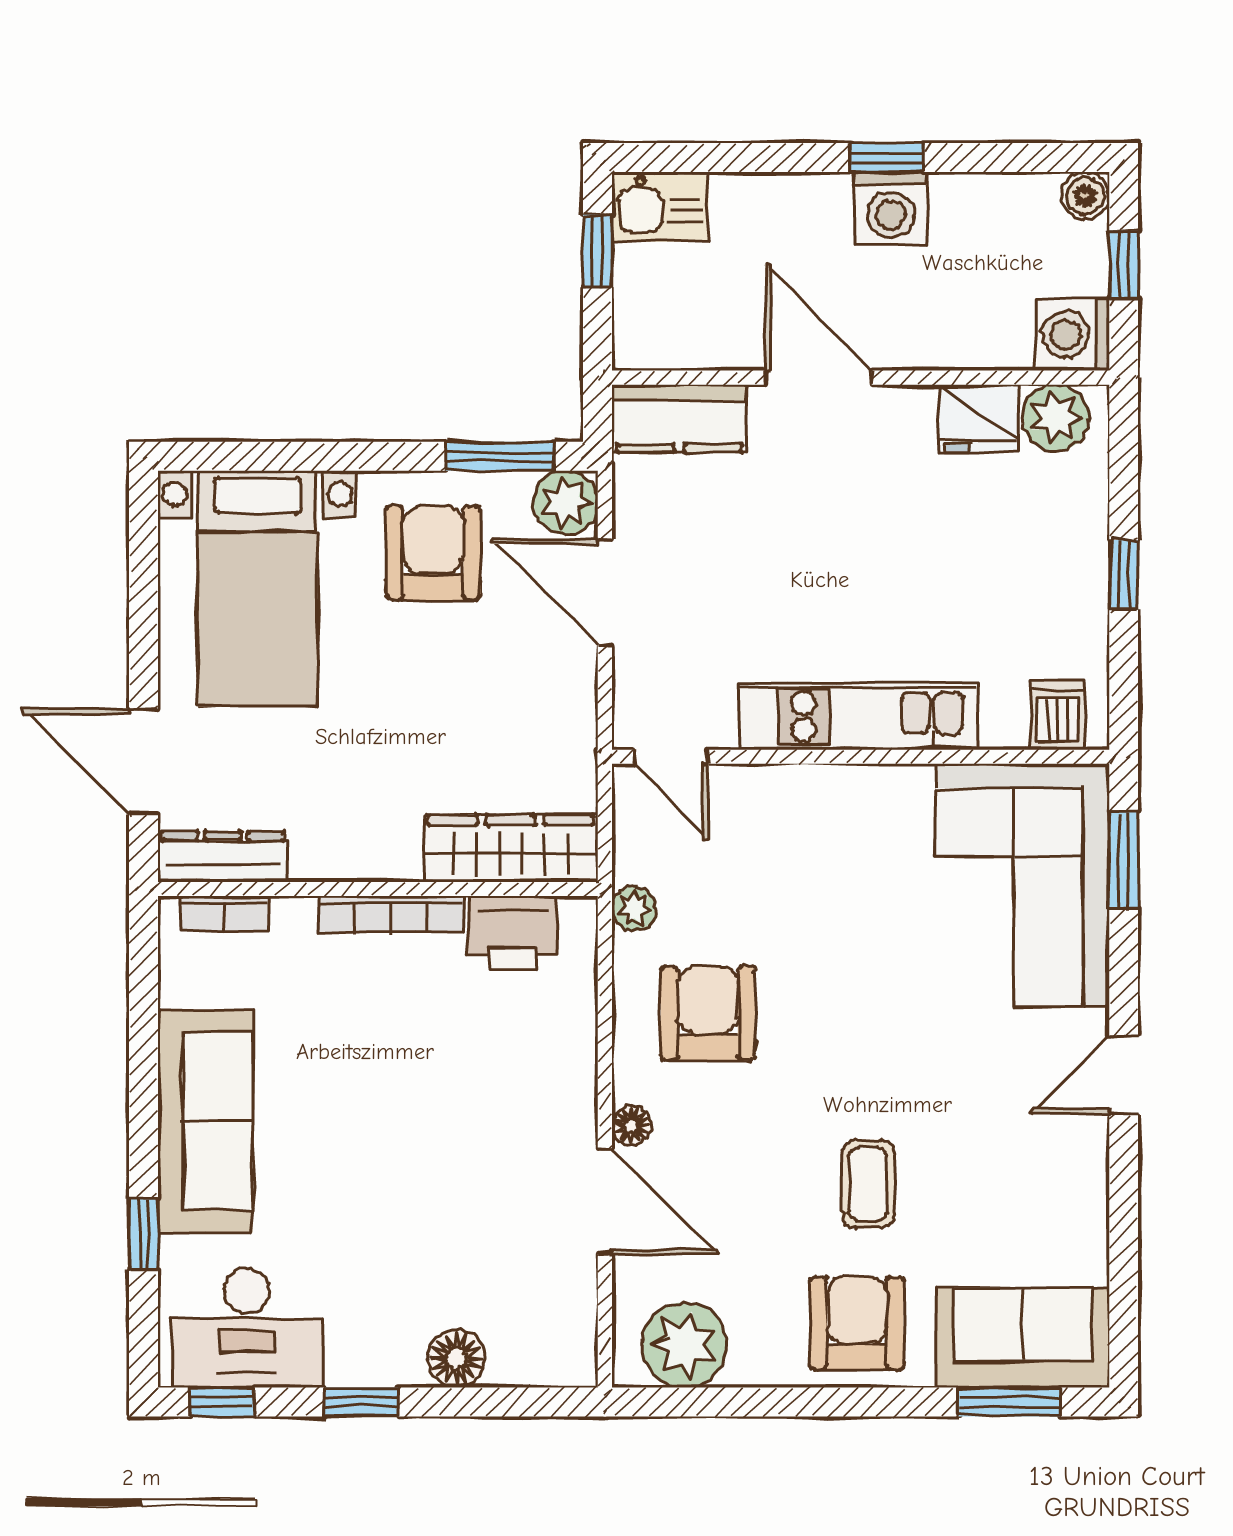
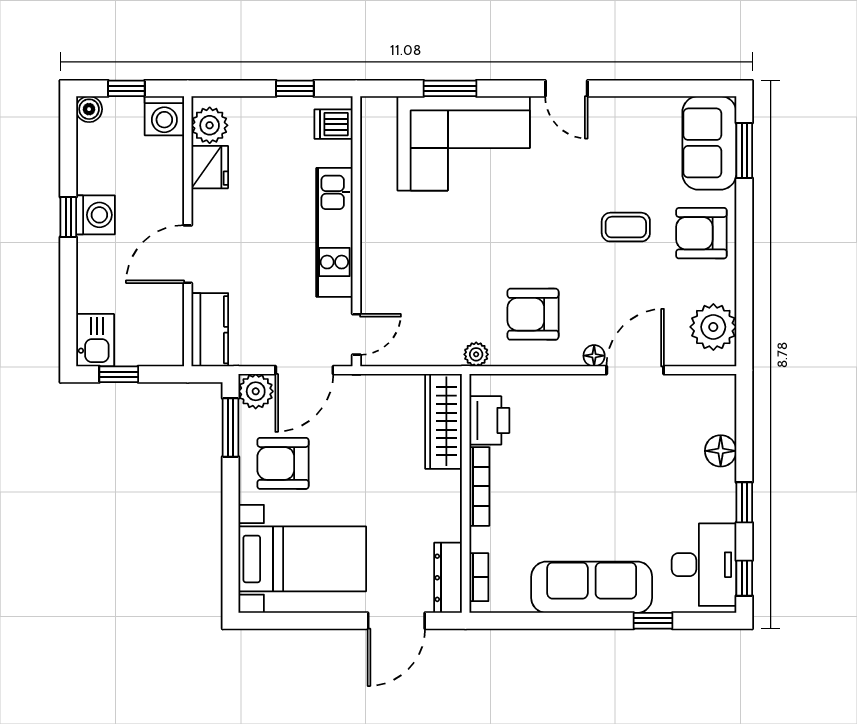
dishwasher: (1058, 715) -> (333, 124), moved
kitchen unit: (858, 716) -> (334, 232), moved
door: (671, 757) -> (356, 334), moved
wall: (861, 757) -> (356, 231), moved

